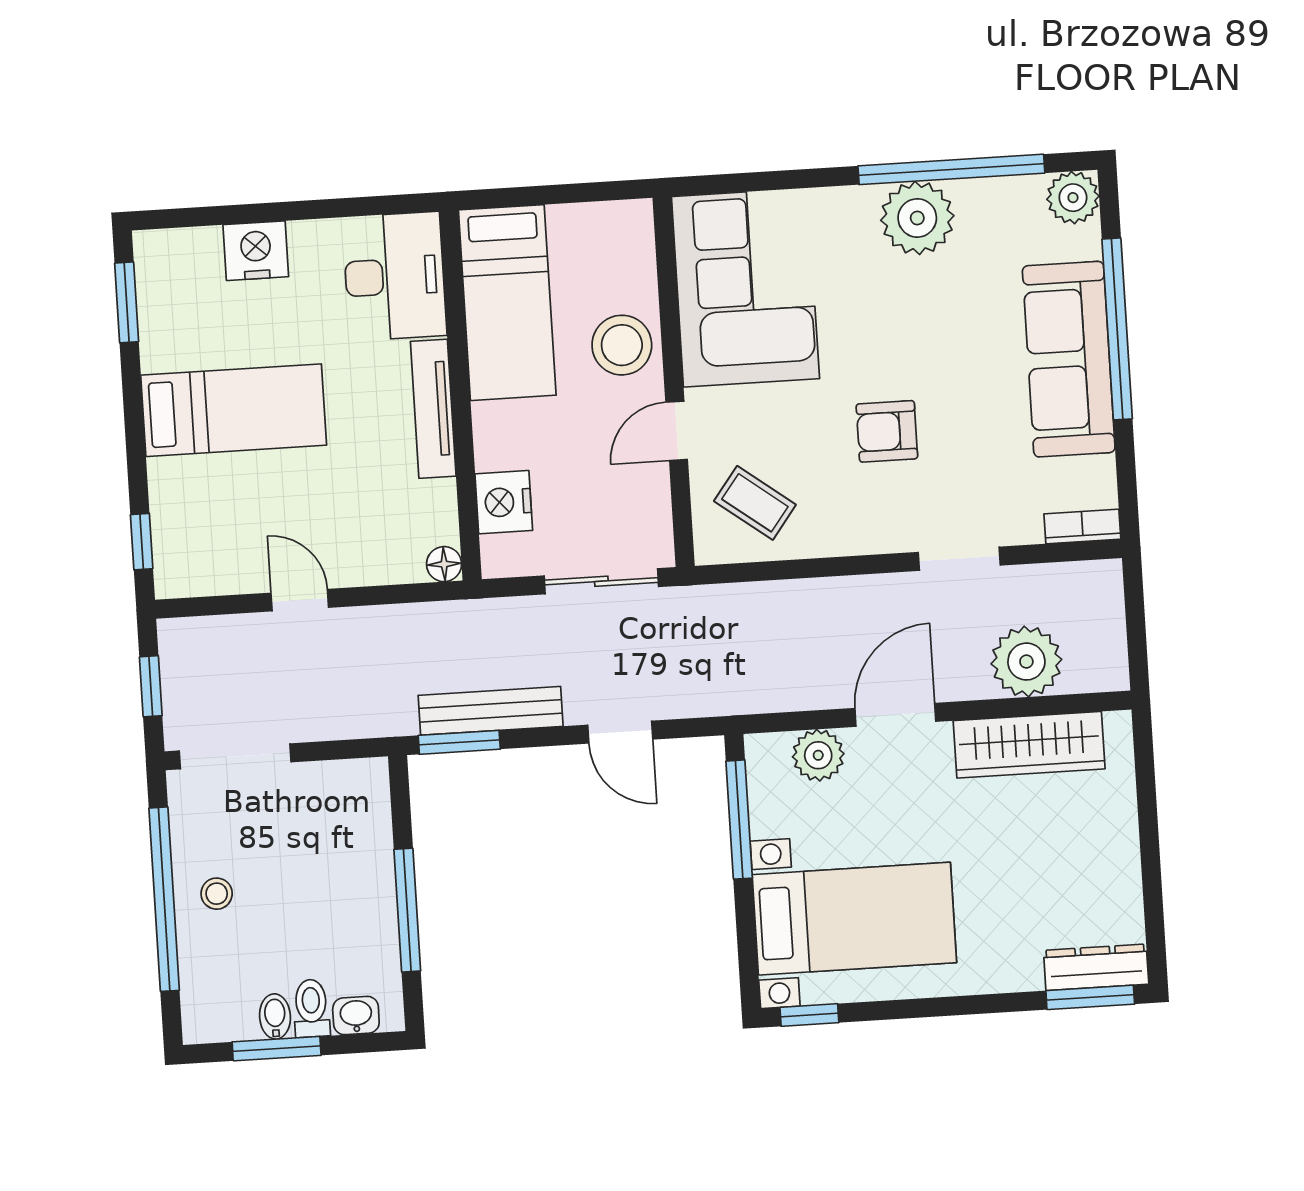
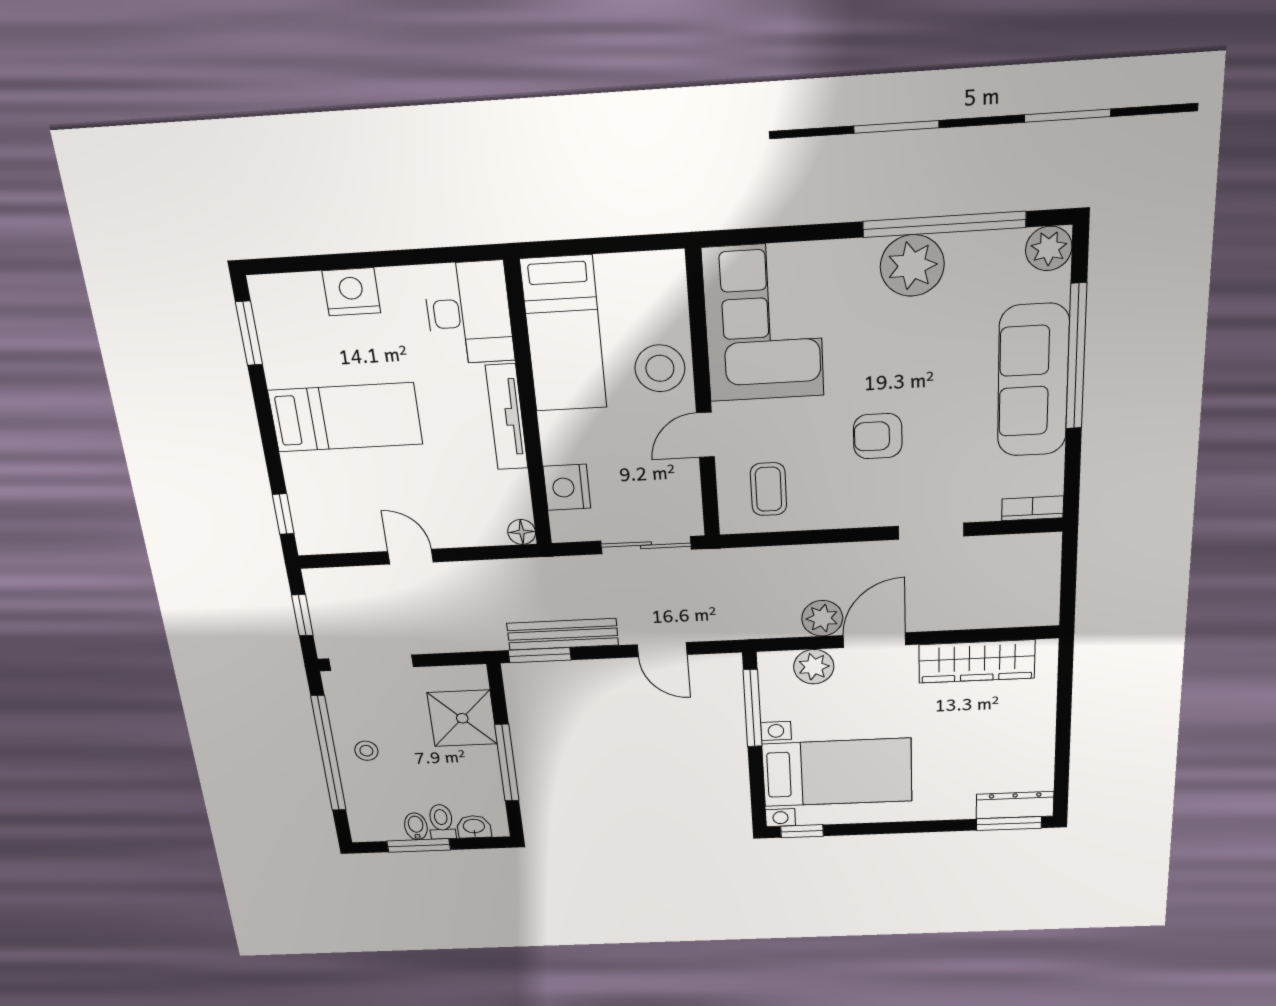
coffee table: (755, 503) -> (768, 489), turned 53
plant: (1026, 662) -> (822, 618), moved, width x0.73, depth x0.73
shower: (351, 840) -> (462, 718), added

